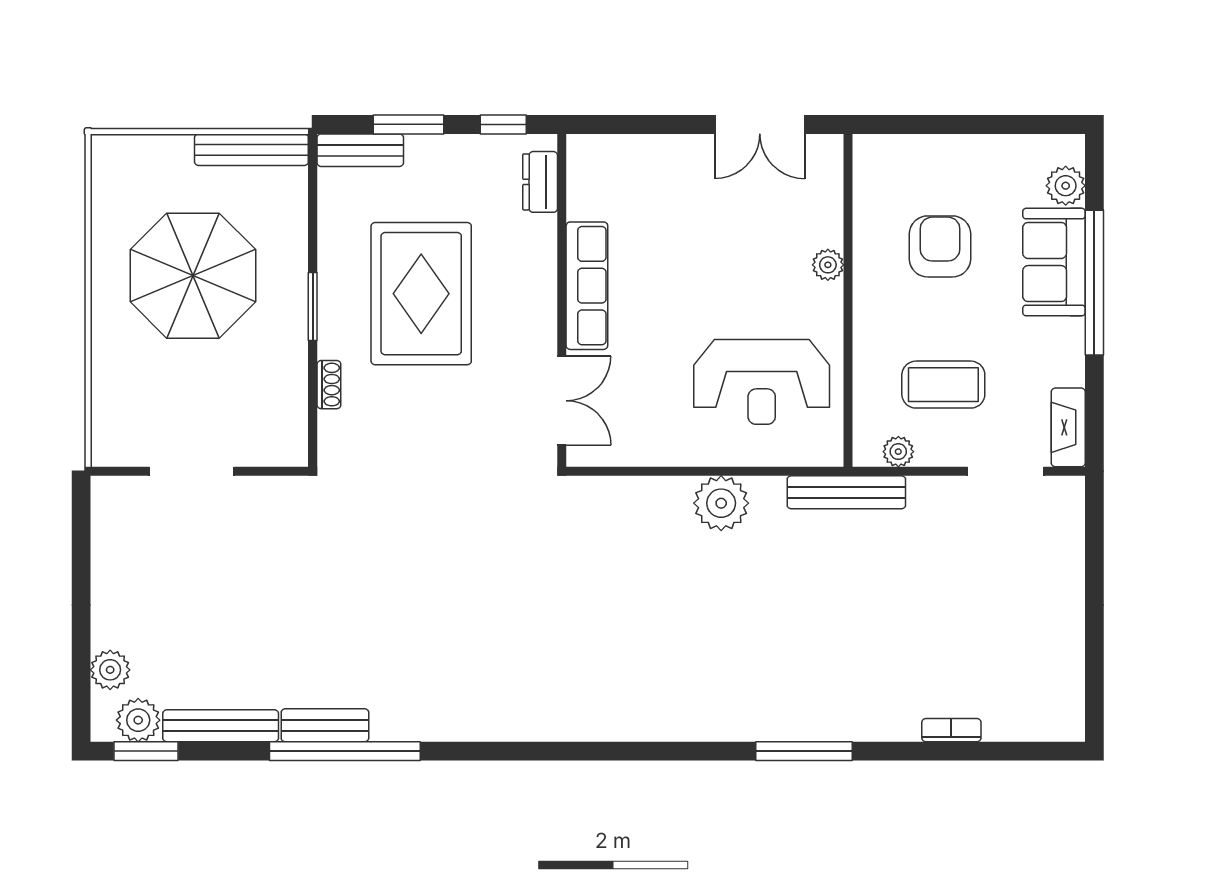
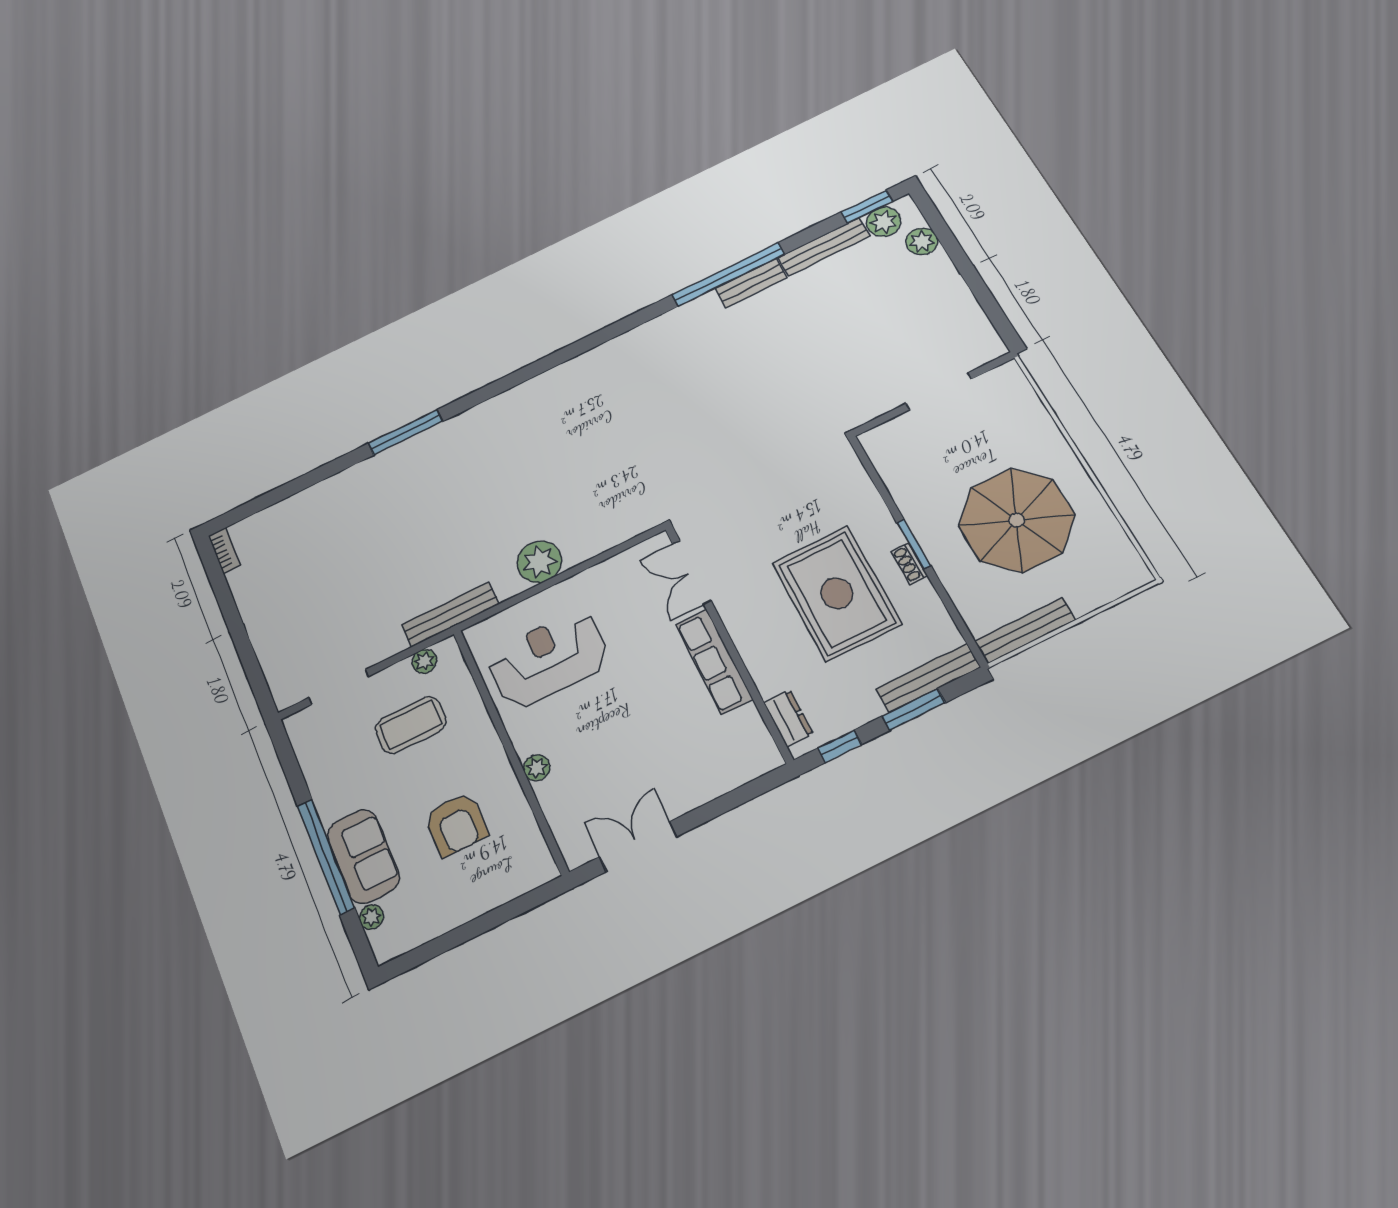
bench: (360, 150) -> (928, 678), width x1.36
plant: (1066, 186) -> (372, 917), width x0.73, depth x0.73
shoe rack: (329, 385) -> (909, 563), moved
fireplace: (1068, 427) -> (304, 741), removed
bookcase: (951, 730) -> (224, 551), moved, turned -90

